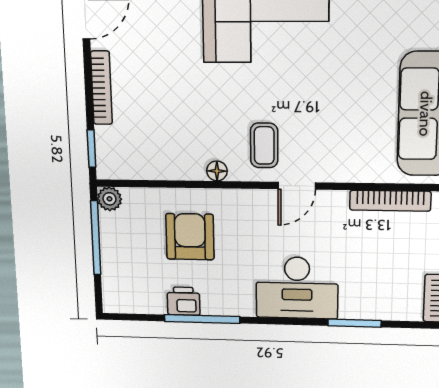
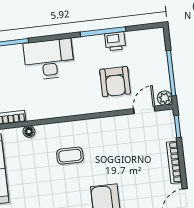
coffee table: (264, 145) -> (70, 156), moved, turned 90
floor lamp: (217, 171) -> (29, 132), moved
door: (297, 186) -> (144, 110), moved

